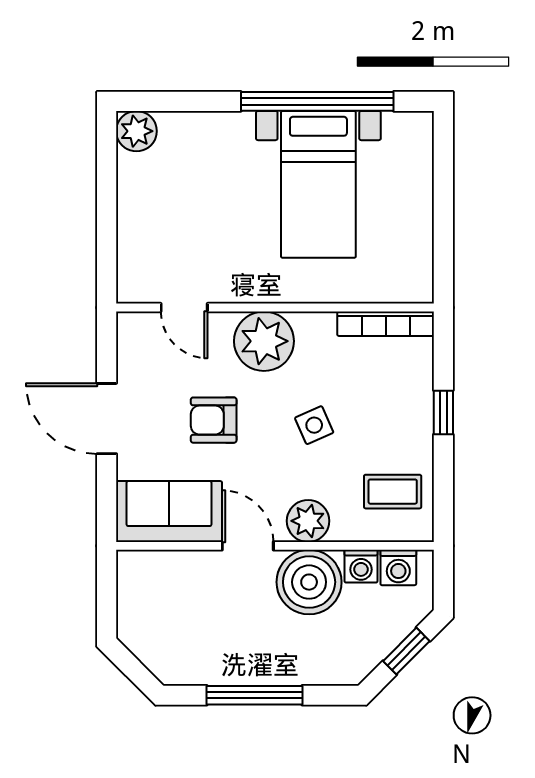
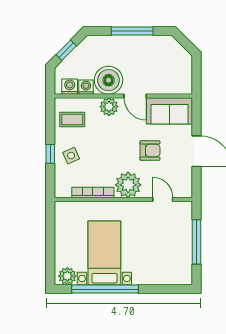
plant: (136, 131) -> (67, 276), moved
window: (107, 210) -> (196, 242), added
bookcase: (386, 324) -> (93, 192), moved
side table: (314, 425) -> (71, 156), moved

